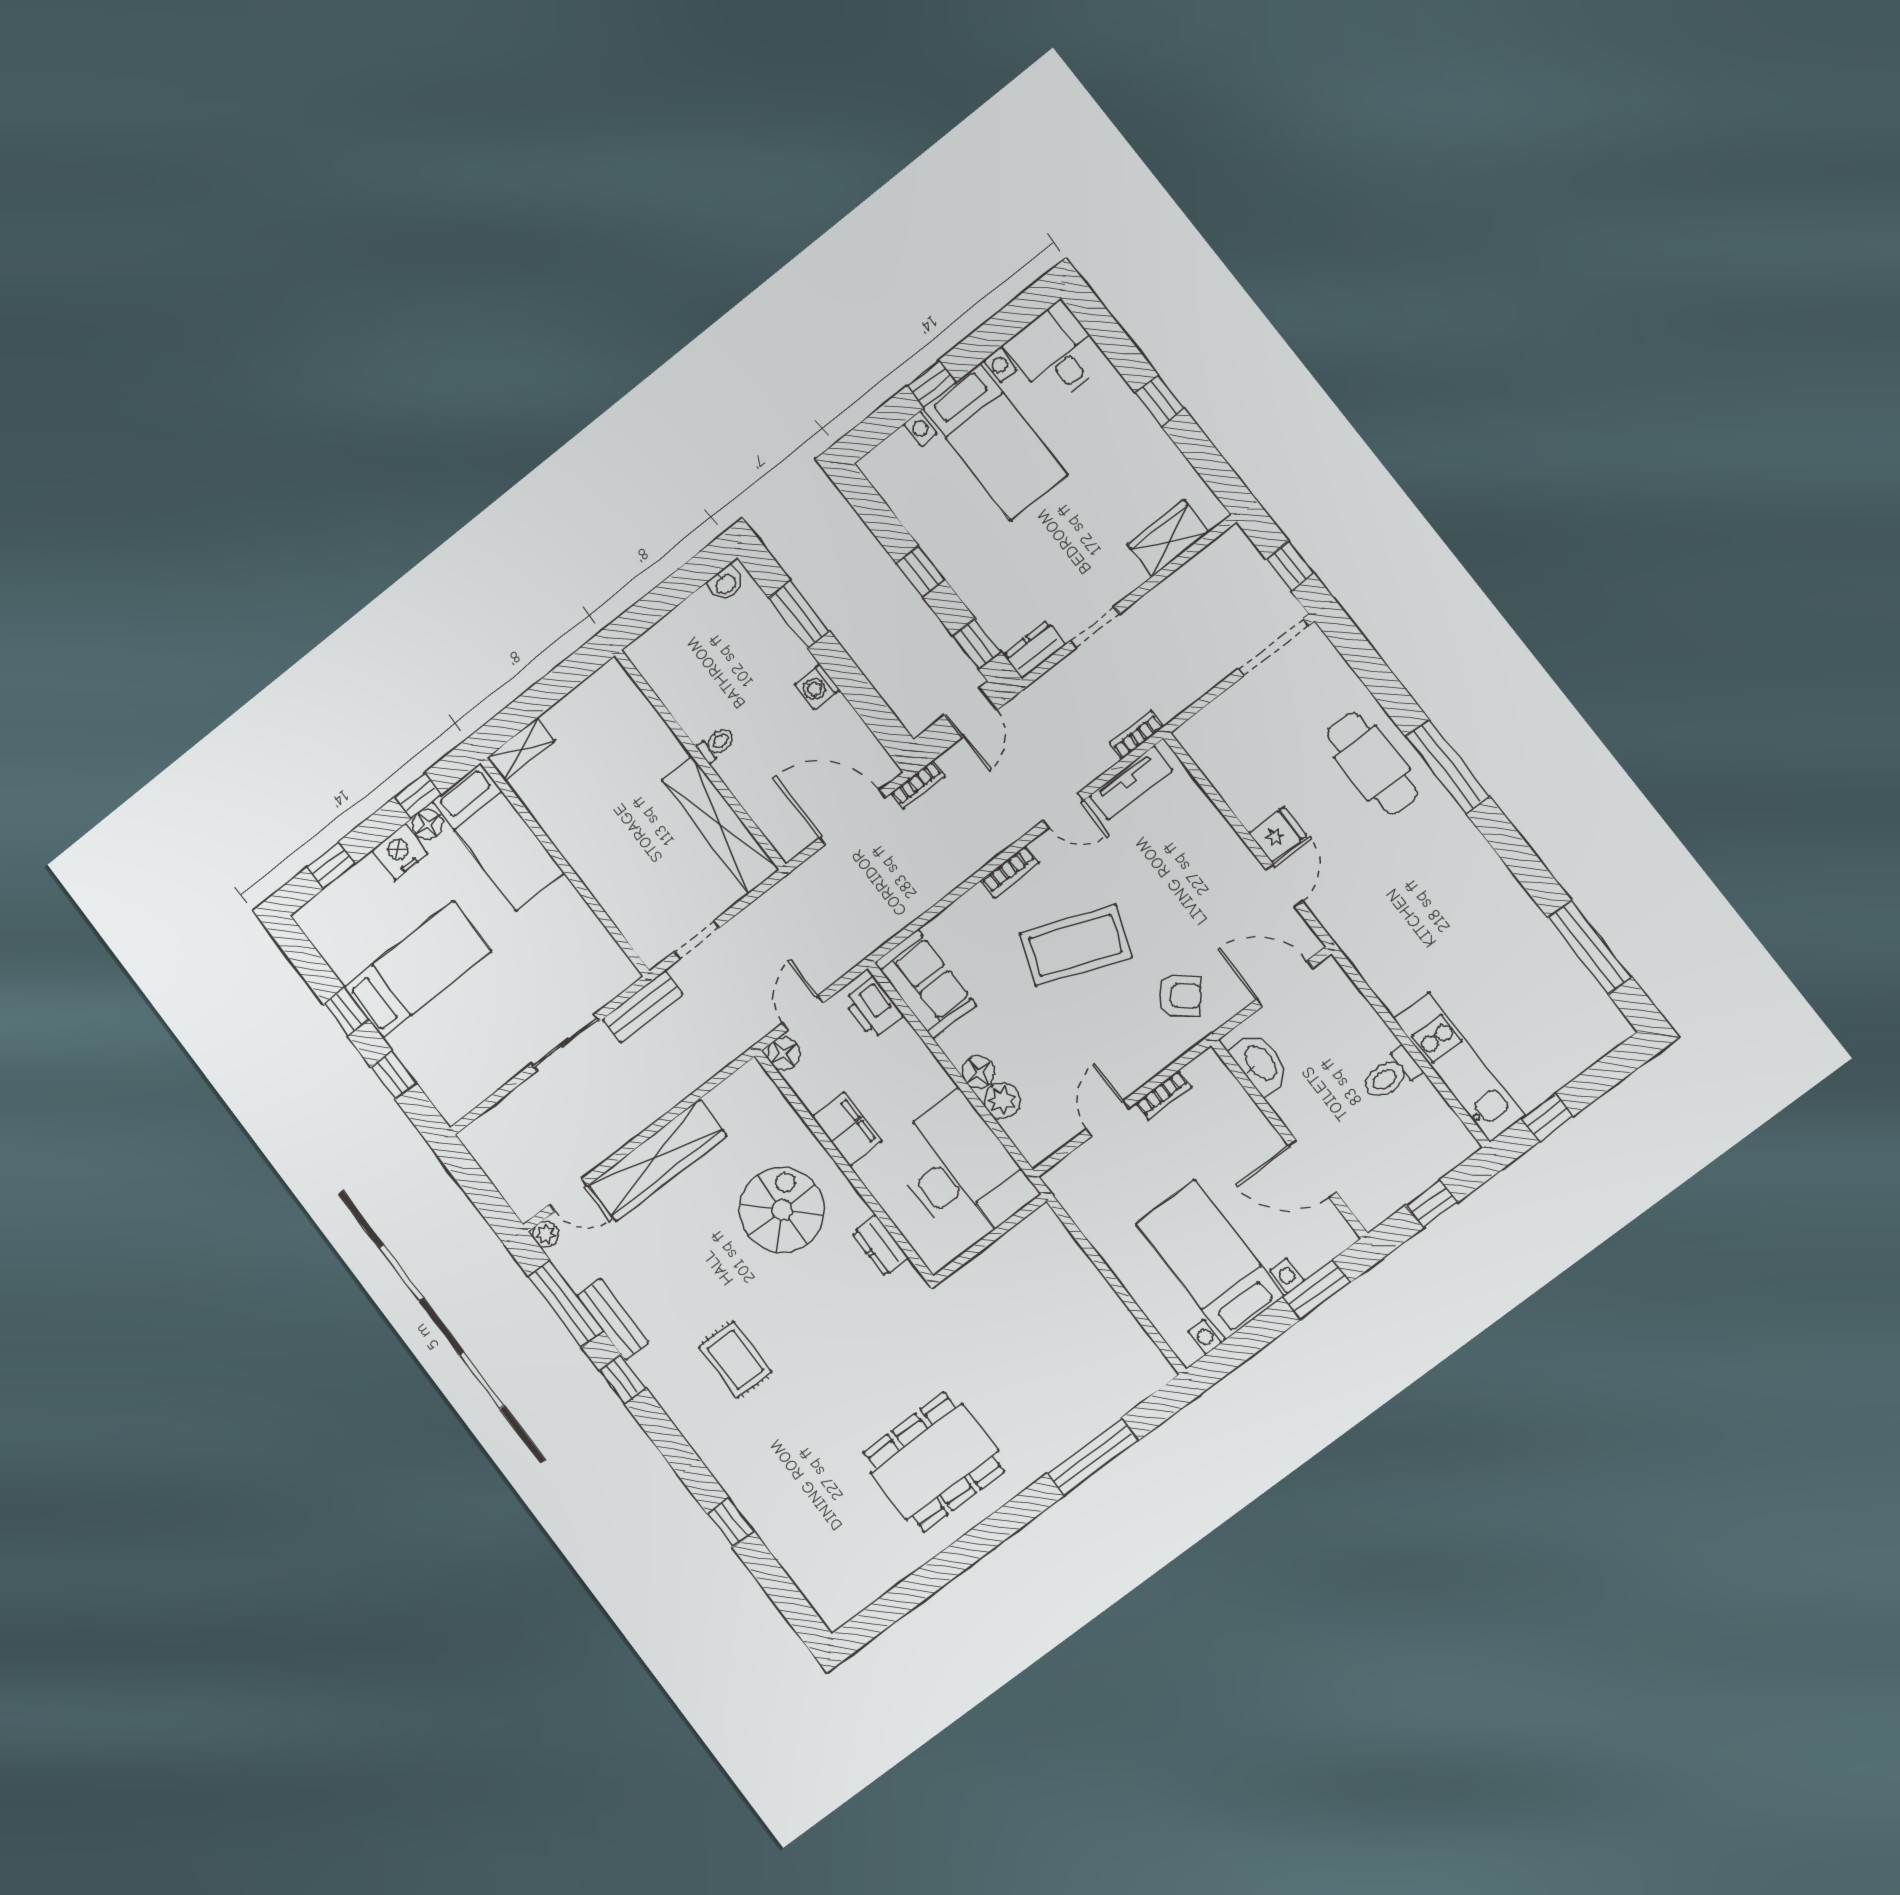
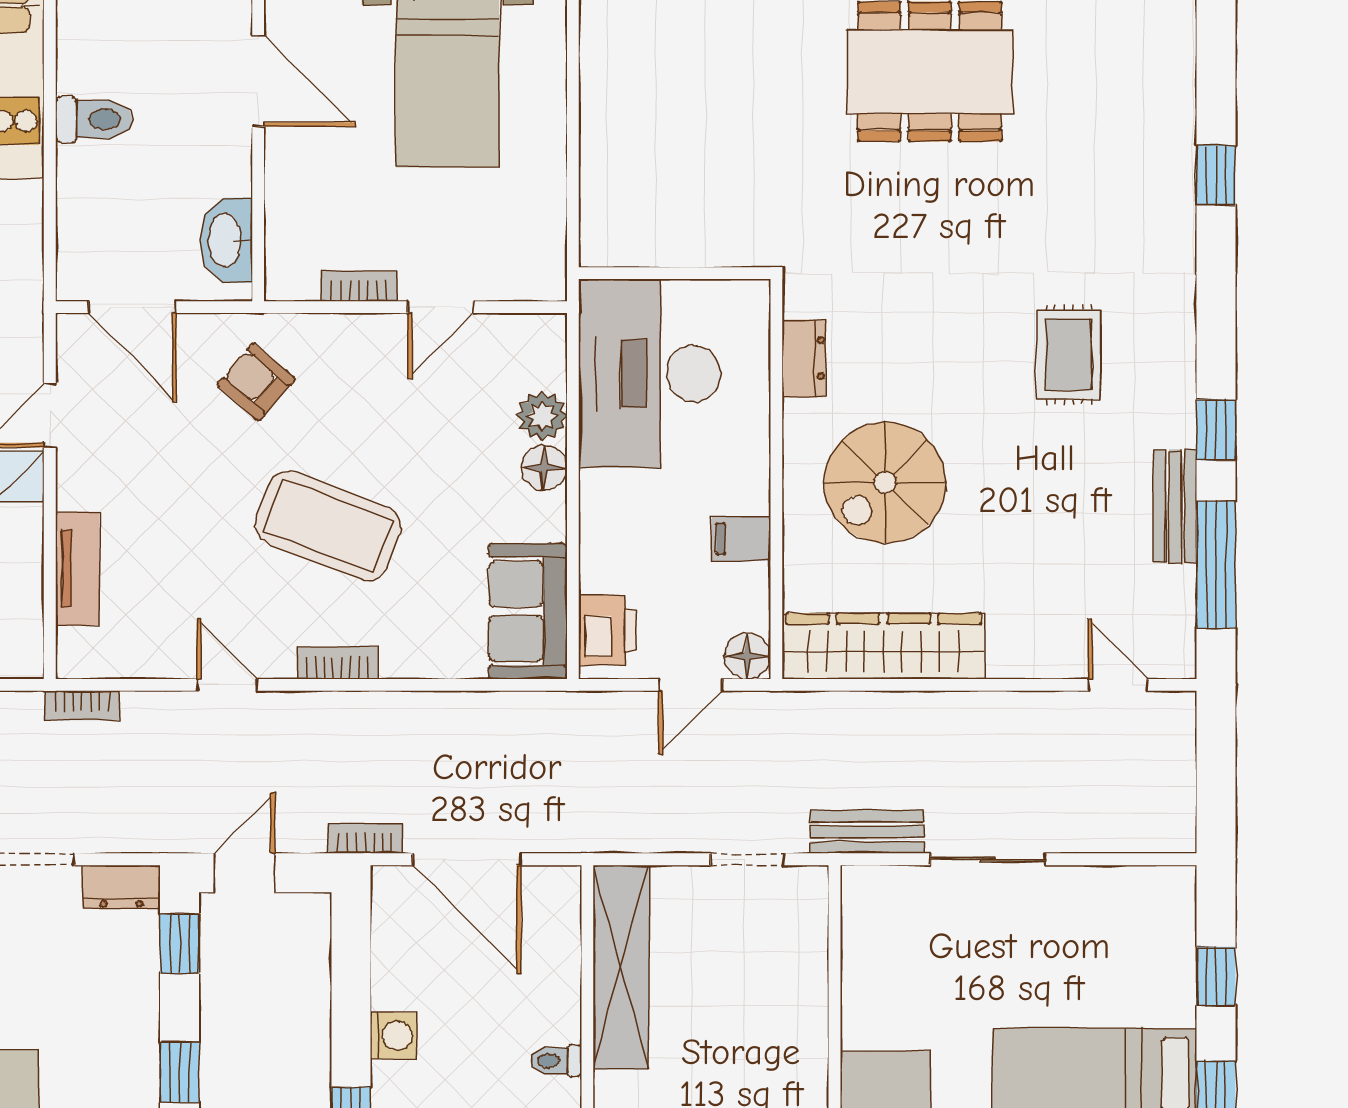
tv unit: (1131, 783) -> (77, 568), moved, turned 90
filing cabinet: (847, 1129) -> (741, 539), width x0.50
wardrobe: (657, 1160) -> (883, 646), moved
plant: (546, 1234) -> (1178, 661), removed

